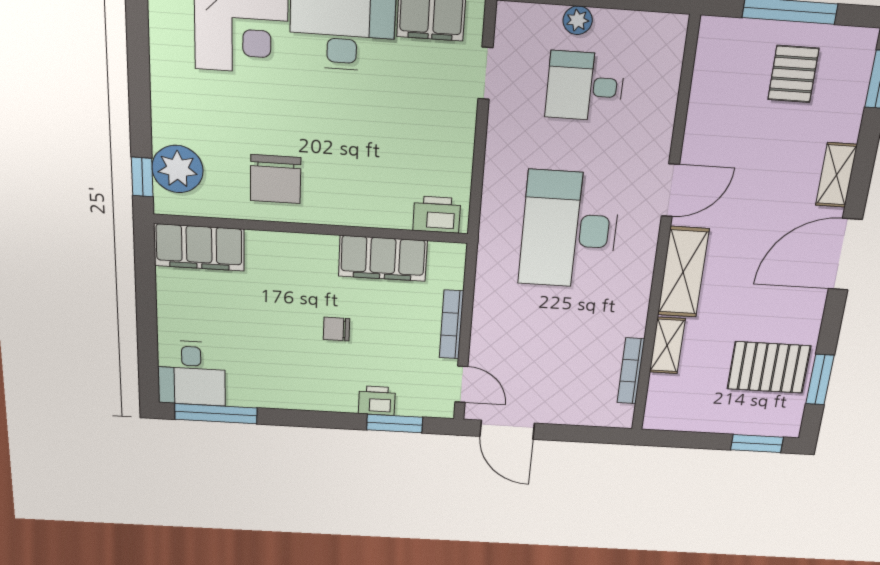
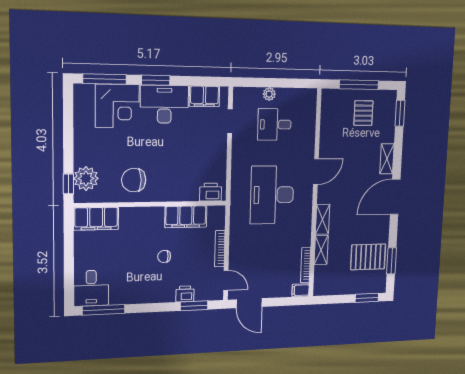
chair: (276, 179) -> (134, 180), turned 90
shelving: (683, 272) -> (323, 219), width x0.67, depth x0.75
filing cabinet: (616, 416) -> (301, 290), added

